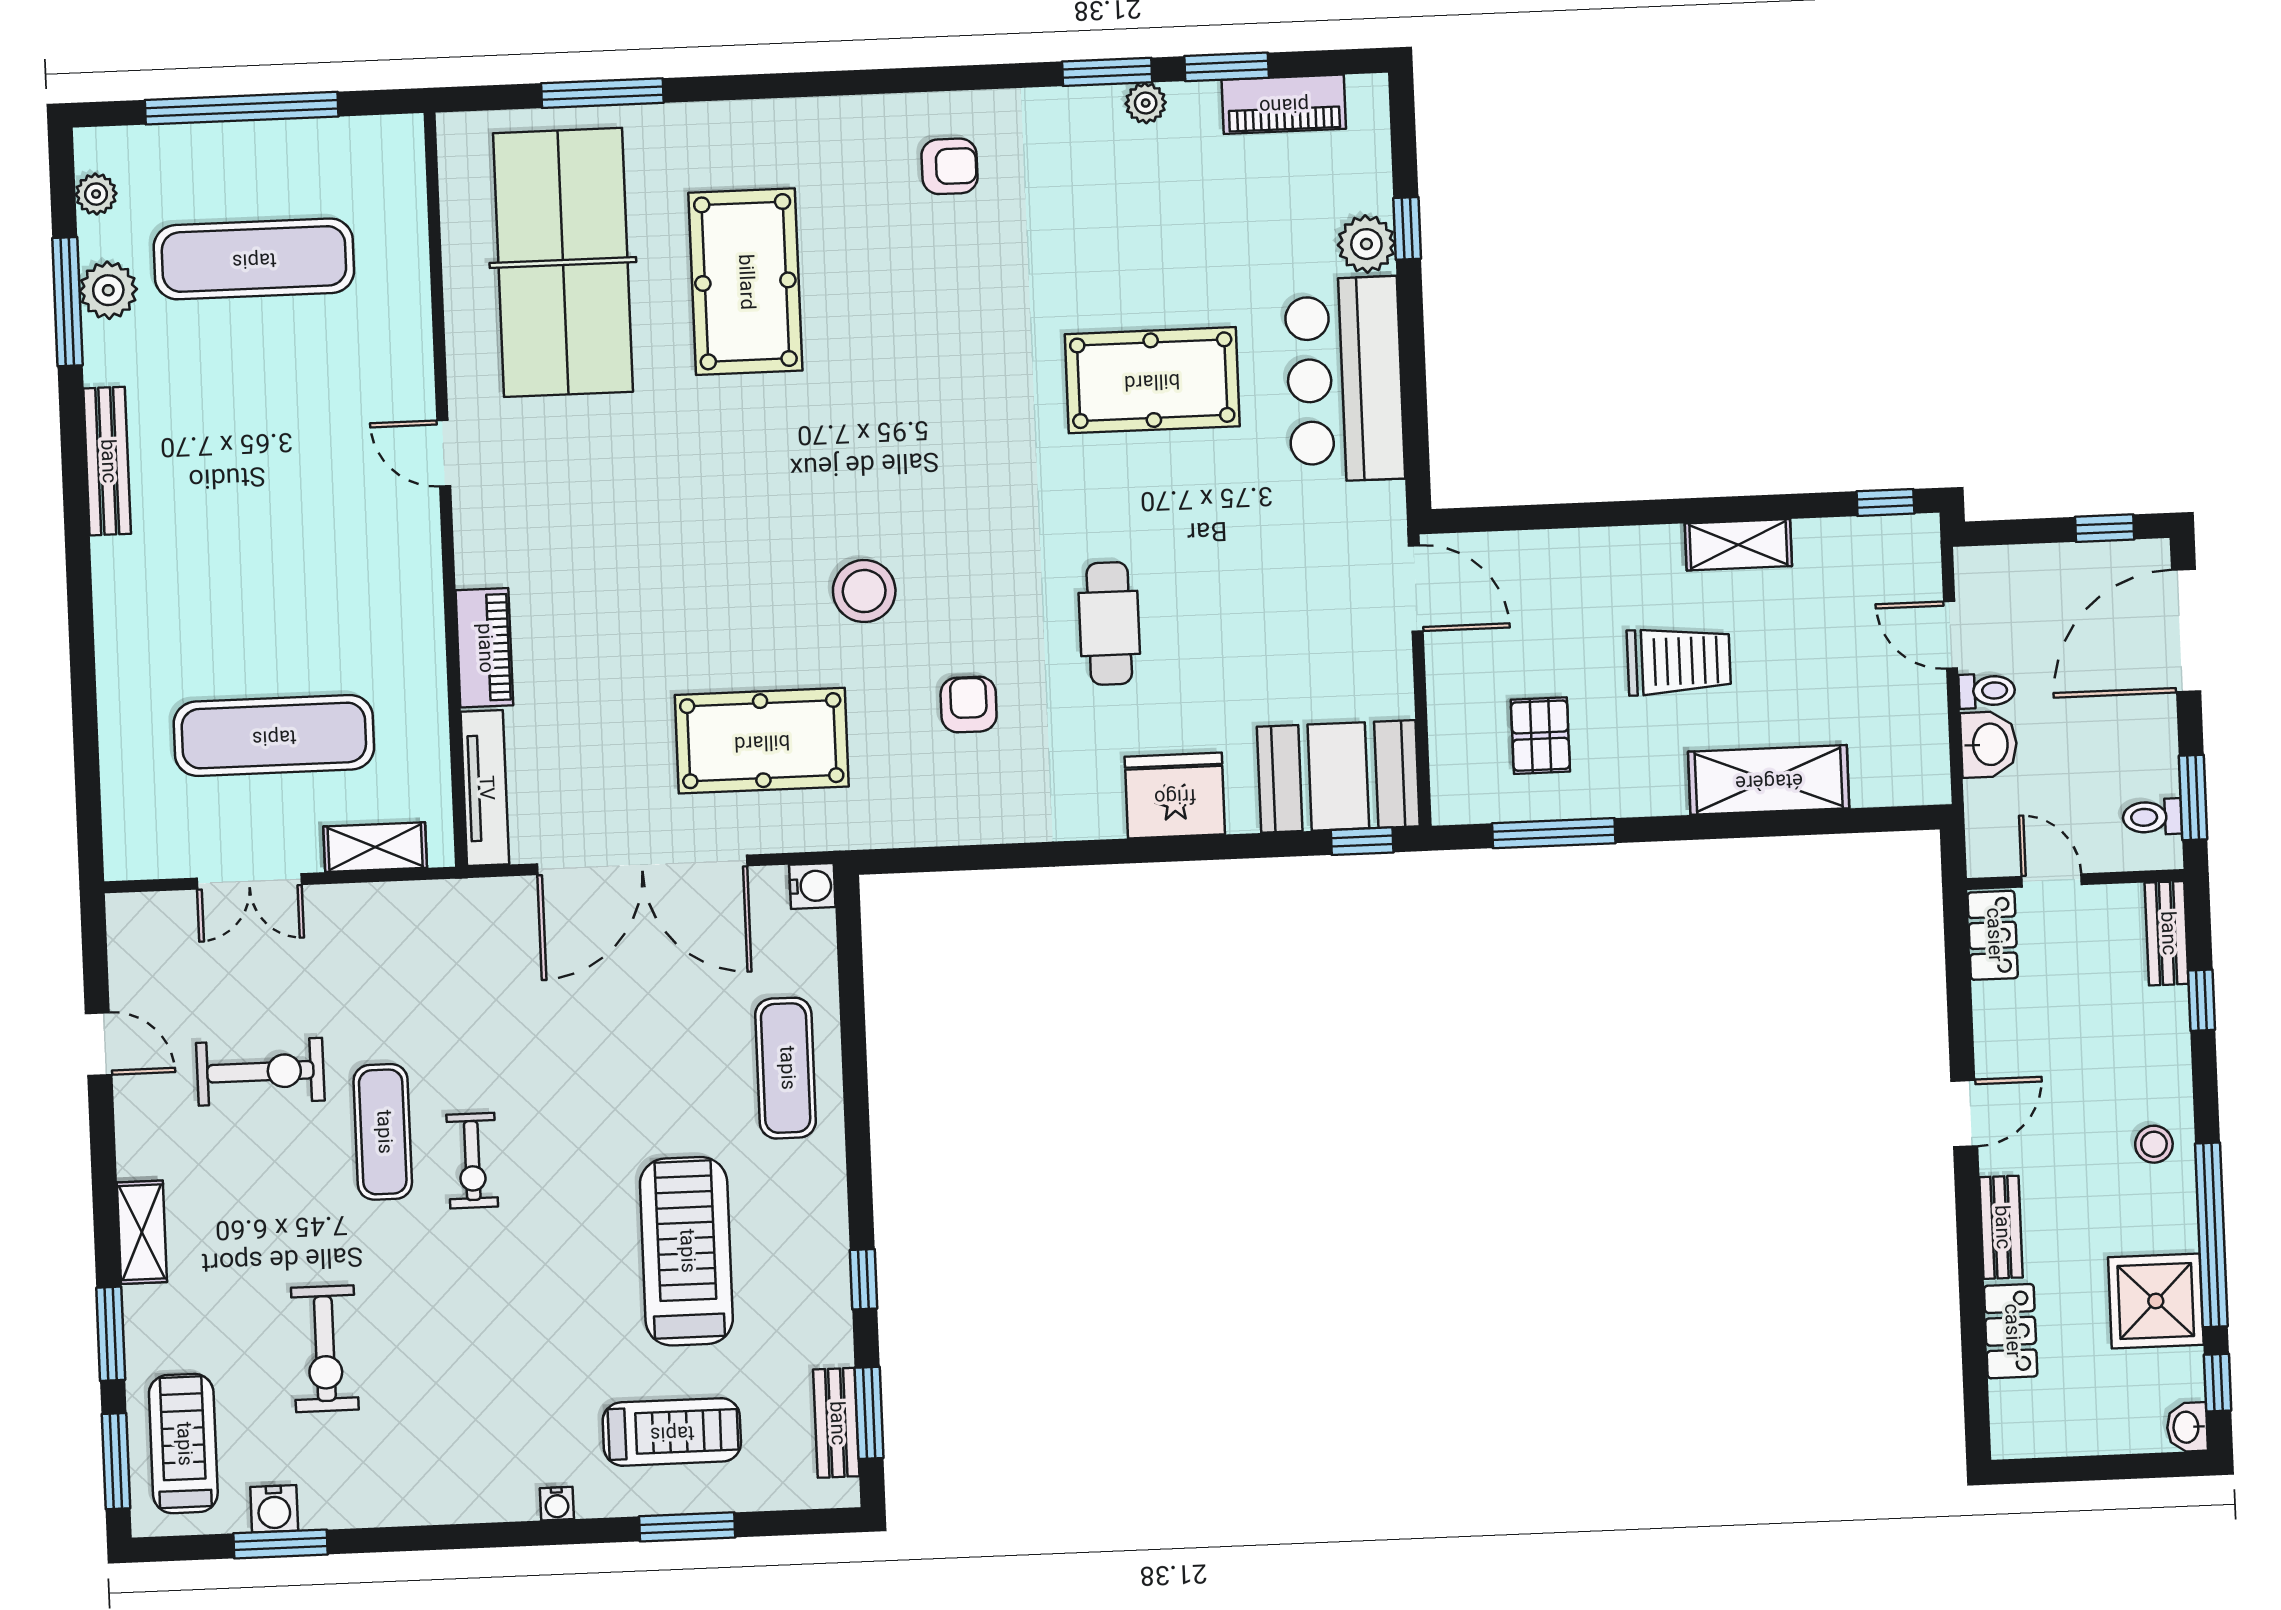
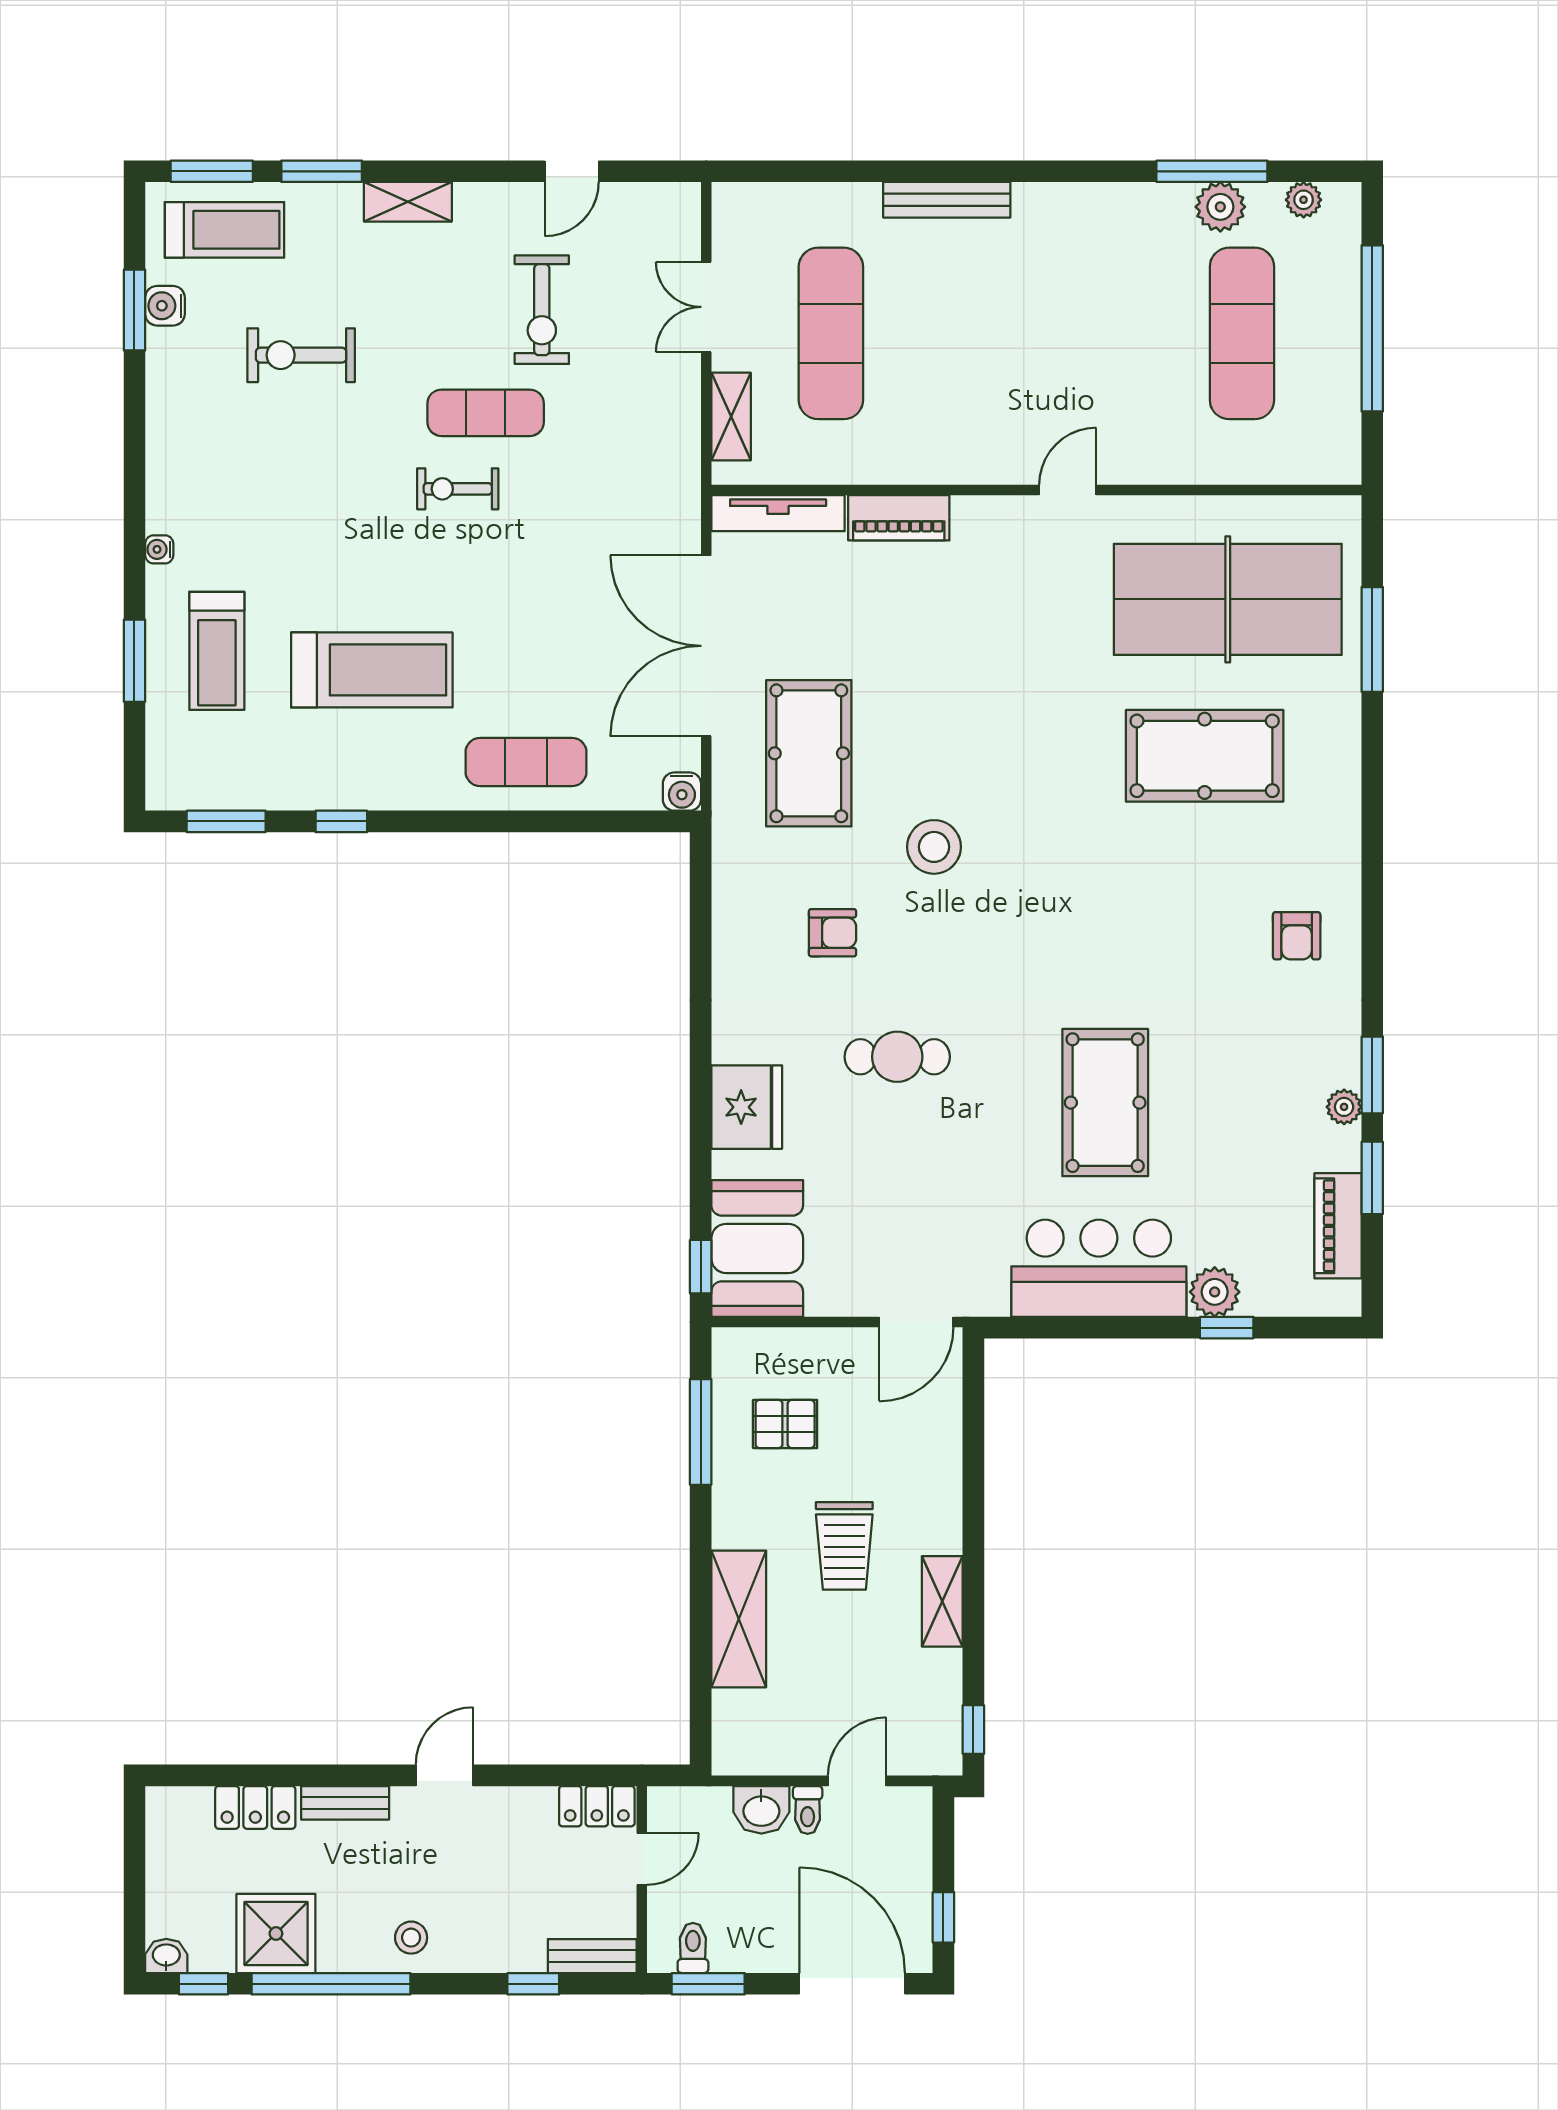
bench: (107, 461) -> (947, 200), moved
door: (1964, 1113) -> (444, 1775), swing flipped
bench: (836, 1423) -> (219, 793), removed

